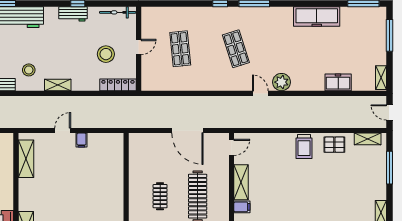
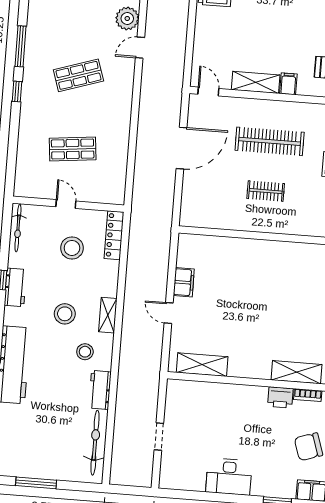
stool: (56, 53) -> (65, 314), added
filing cabinet: (81, 140) -> (184, 282), width x2.00

